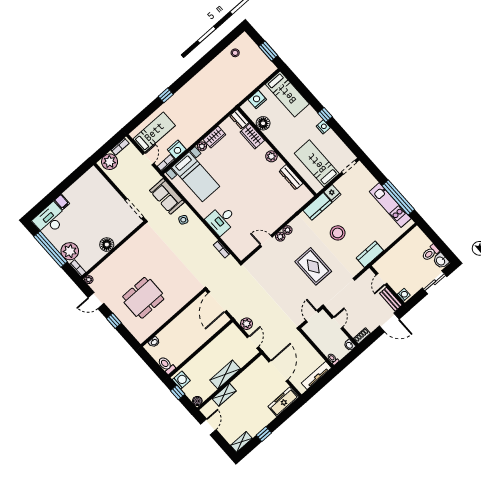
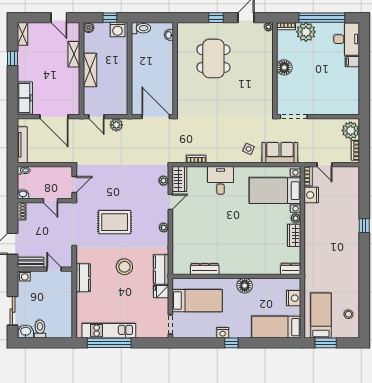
floor lamp: (263, 123) -> (245, 286), moved
bed: (154, 132) -> (321, 316), moved, turned 180
wardrobe: (252, 136) -> (179, 179), moved, turned 90
plant: (271, 156) -> (236, 268), removed
plant: (280, 237) -> (163, 181), moved
door: (312, 316) -> (74, 185), hinge flipped

